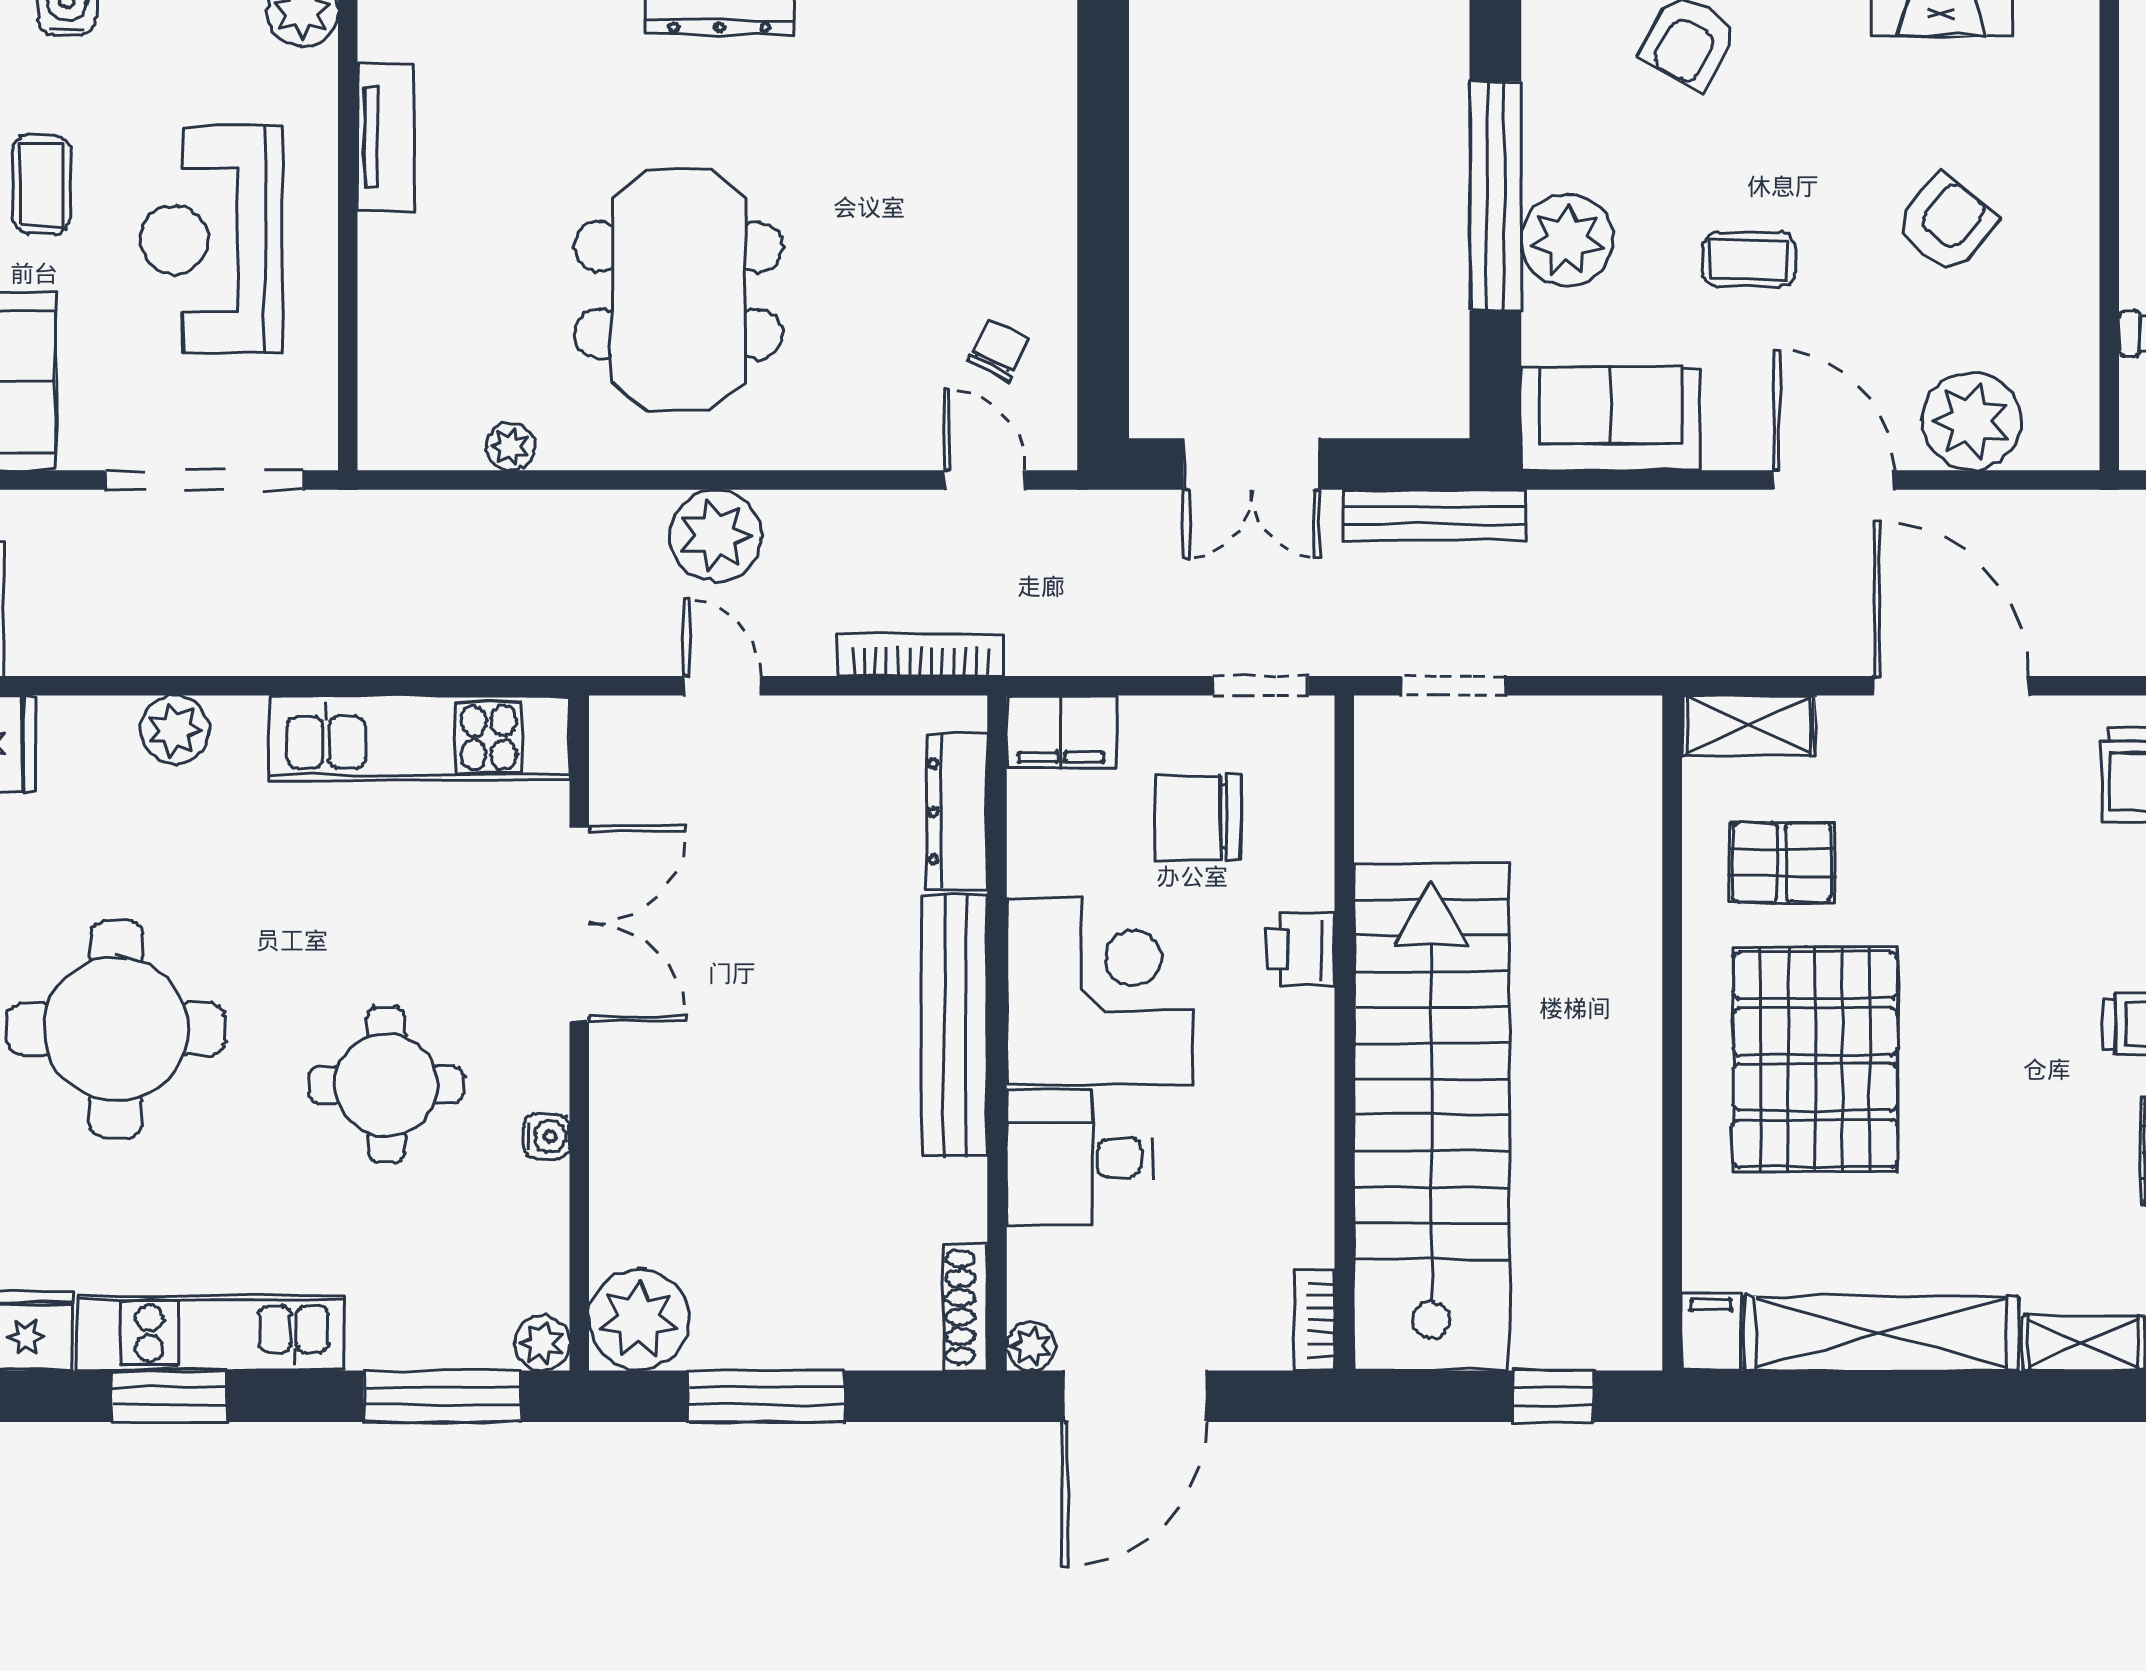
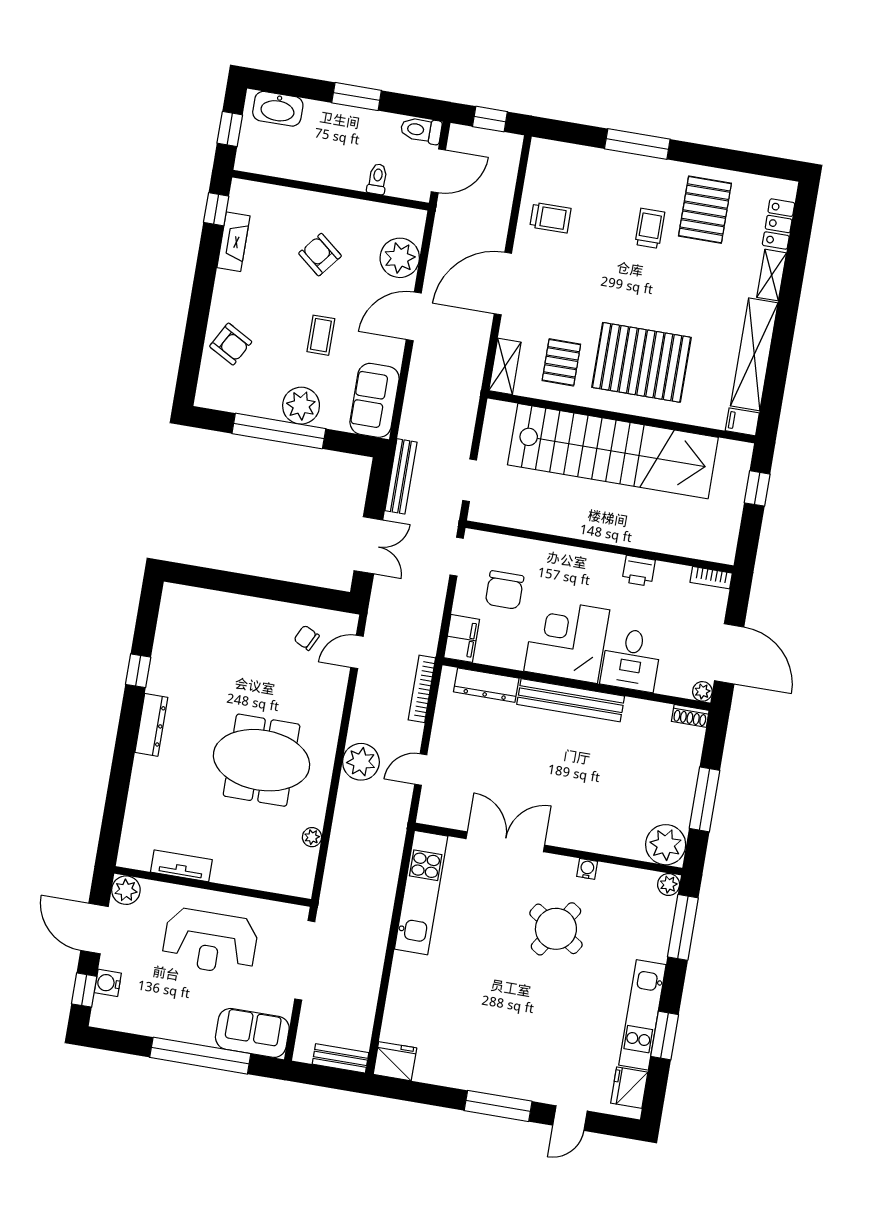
coffee table: (42, 184) -> (177, 1005), removed
plant: (175, 730) -> (402, 989), removed
printer: (1301, 949) -> (639, 571), moved
round table: (116, 1029) -> (516, 1032), removed
round table: (386, 1085) -> (556, 929), turned 33
stairs: (1431, 1117) -> (613, 451), moved, turned 180
shoe rack: (966, 1307) -> (690, 716), width x0.70

